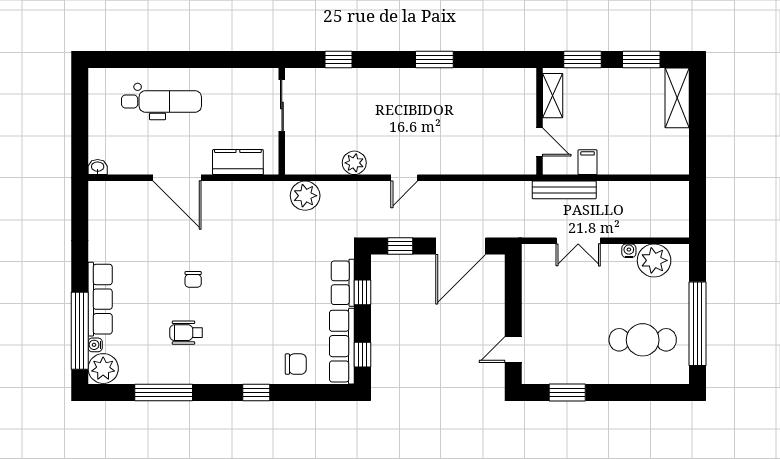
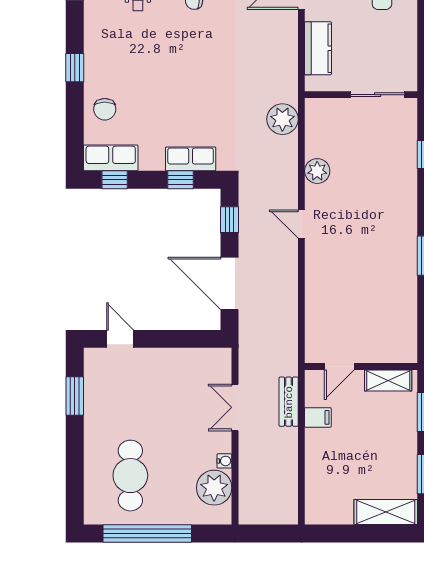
bench: (564, 190) -> (289, 402), width x0.73
row of seats: (342, 346) -> (111, 158), width x0.68

